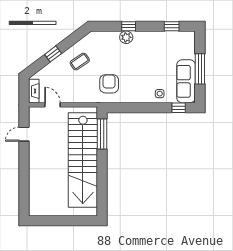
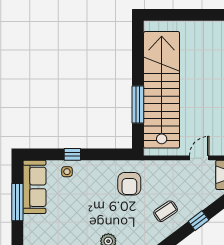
door: (52, 105) -> (199, 158), swing flipped
window: (179, 108) -> (72, 154), moved
window: (102, 134) -> (138, 104), moved

